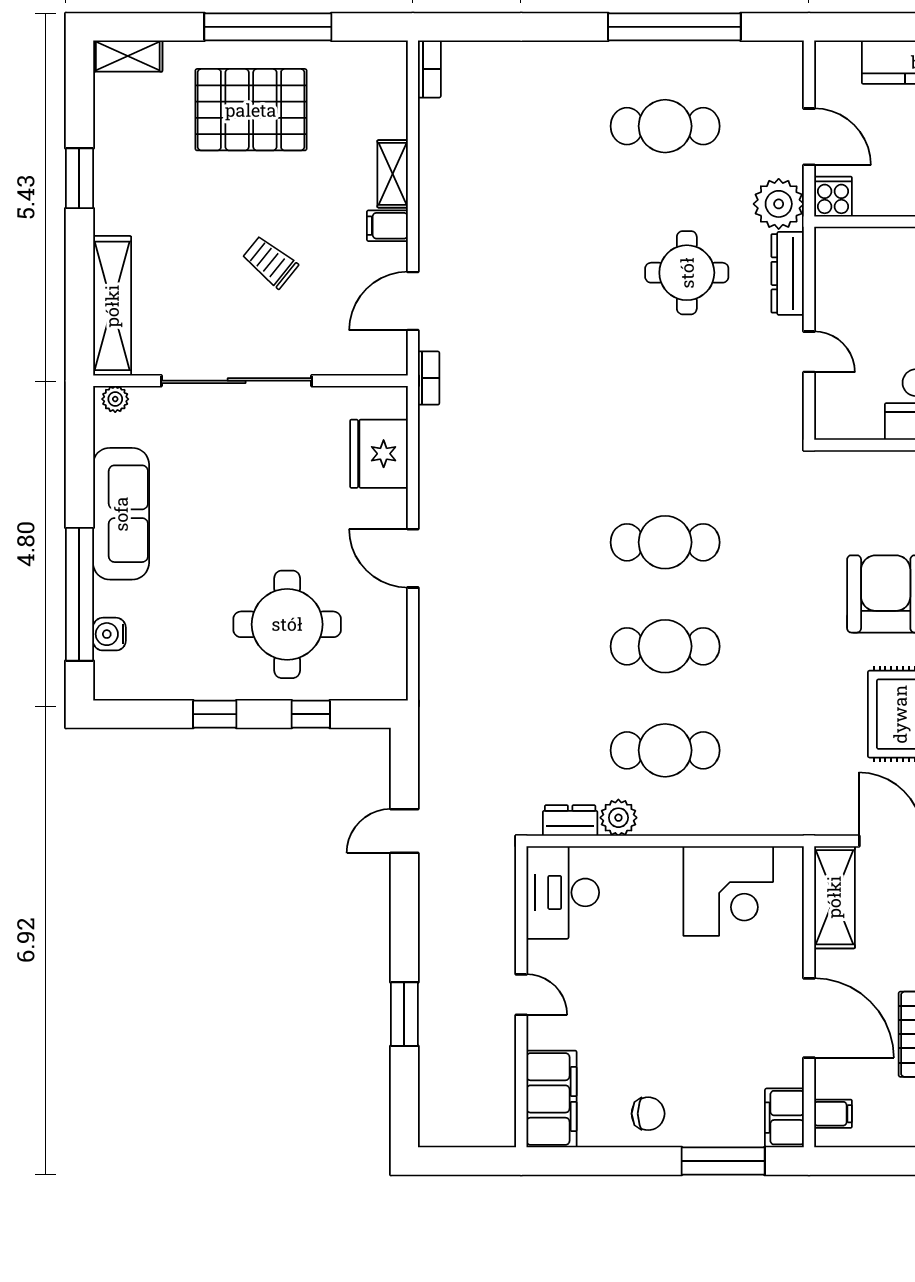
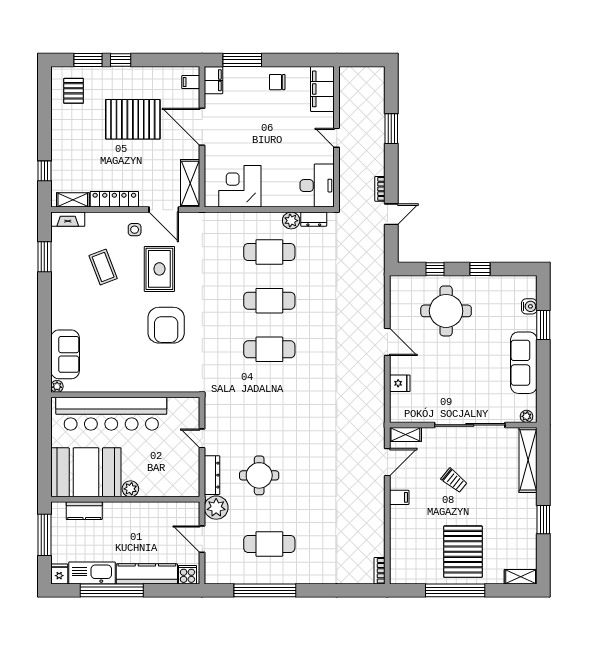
pallet: (251, 110) -> (463, 552), turned 90
shelving: (393, 174) -> (405, 434), moved, turned 90
cooker: (833, 197) -> (187, 575), moved, turned 180
bookcase: (429, 378) -> (380, 189), moved
fridge: (379, 454) -> (400, 383), width x0.53, depth x0.75
window: (79, 594) -> (543, 325), width x0.47

